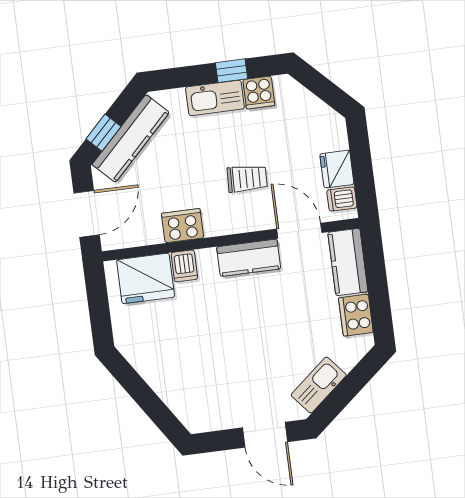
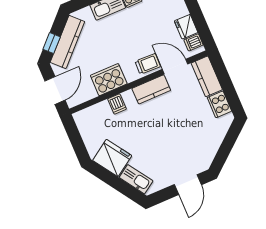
trolley: (247, 179) -> (148, 64), moved
cooker: (183, 226) -> (109, 80), width x1.37, depth x1.31
fridge: (146, 278) -> (112, 158), moved, turned -124
kitchen sink: (319, 385) -> (136, 179), moved, turned 96
door: (265, 435) -> (188, 185), hinge flipped

